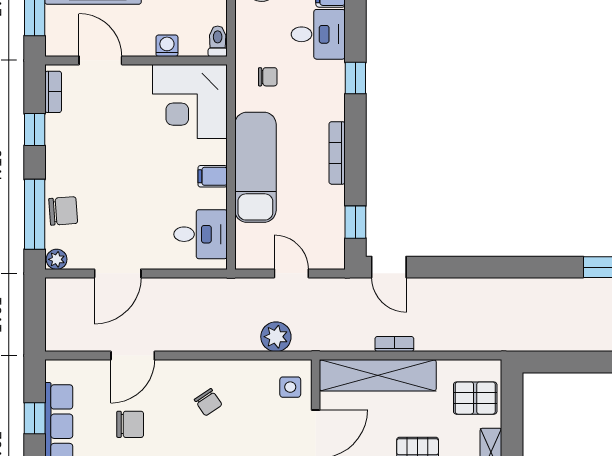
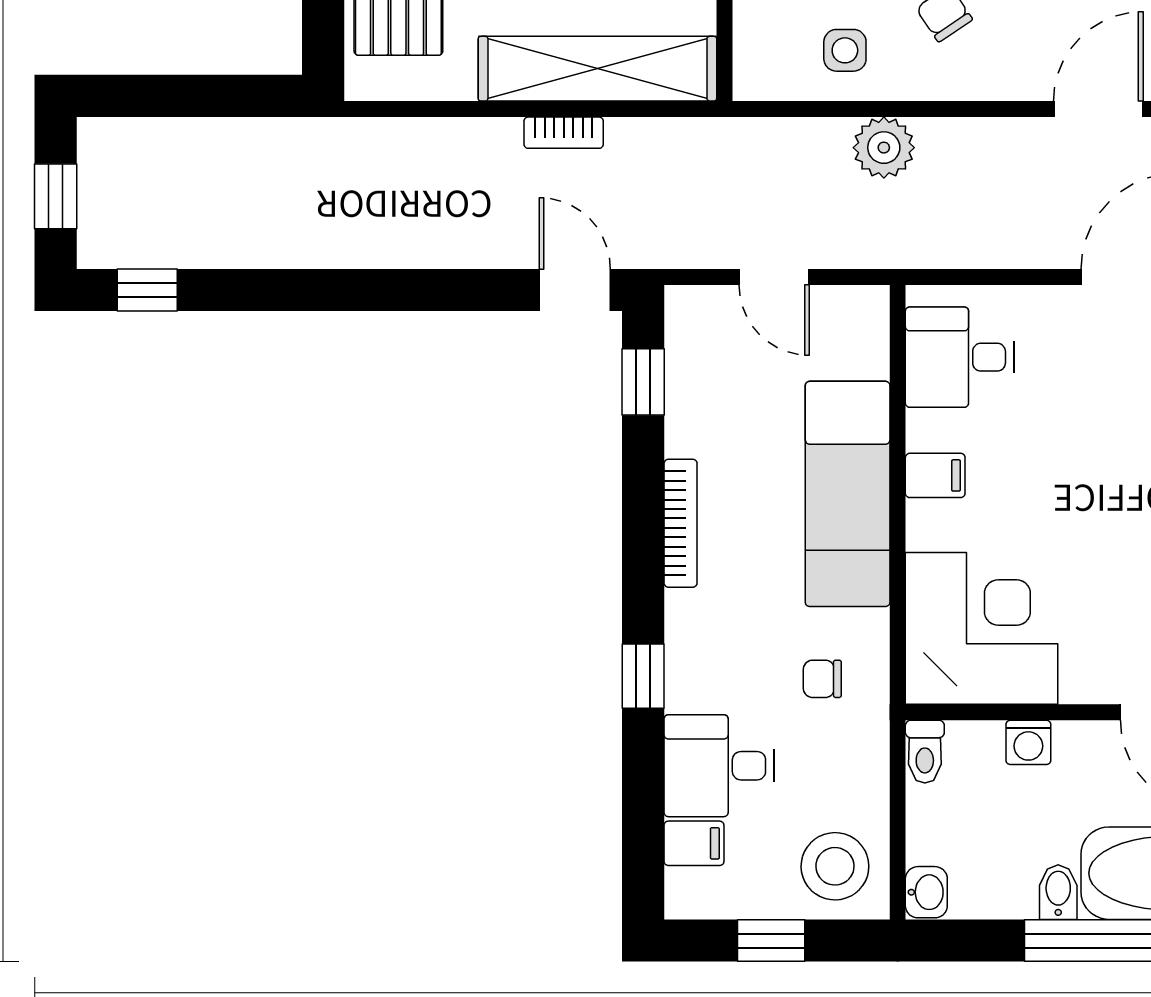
plant: (276, 337) -> (884, 148), moved
side table: (290, 387) -> (845, 50), moved

